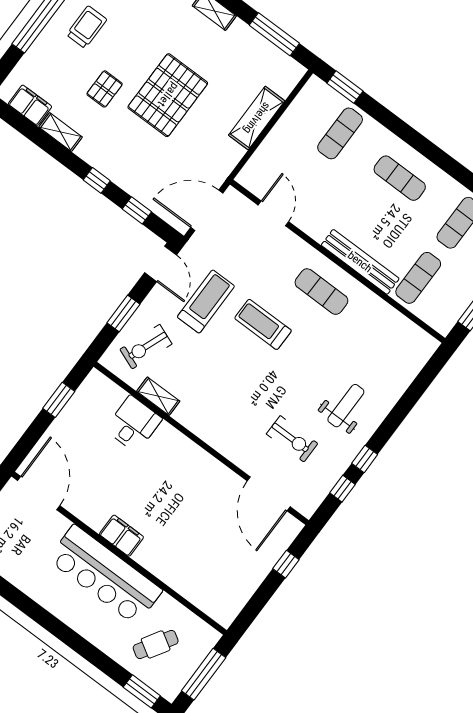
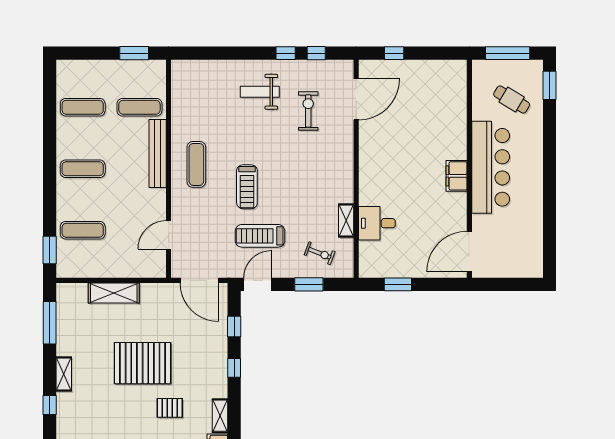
exercise mat: (400, 178) -> (83, 169), turned 90
exercise bike: (146, 347) -> (320, 253), width x0.73, depth x0.72

